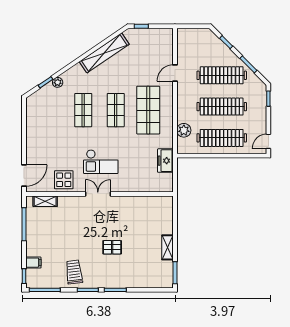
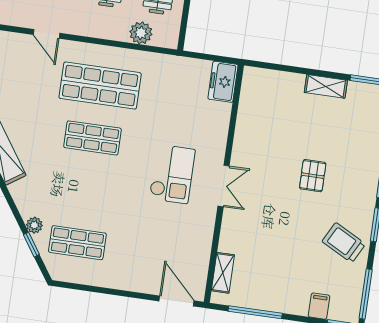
shop shelf: (83, 110) -> (77, 243), moved
freezer: (165, 161) -> (223, 82), moved, turned 90
display table: (64, 180) -> (193, 238), removed
double door: (98, 194) -> (224, 186), swing flipped
trolley: (74, 272) -> (344, 243), turned 35

